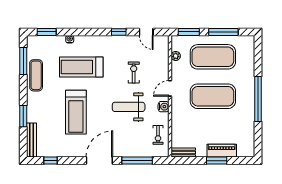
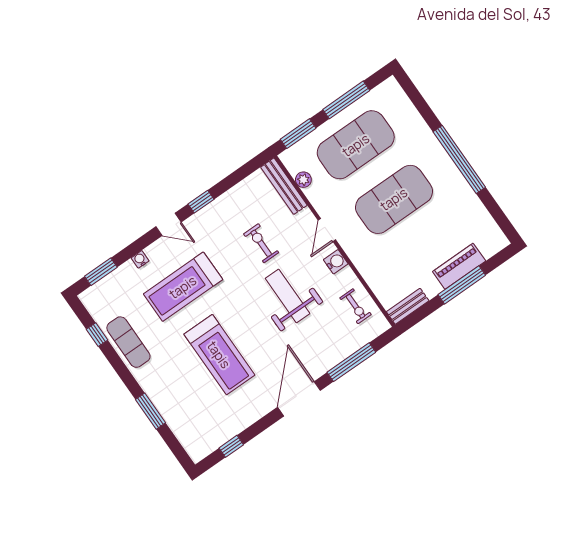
door: (146, 32) -> (168, 224), moved
window: (23, 61) -> (97, 335), width x0.46
weight bench: (129, 107) -> (288, 296), turned 90
bench: (32, 140) -> (284, 186), moved
window: (217, 161) -> (462, 285), width x1.44

